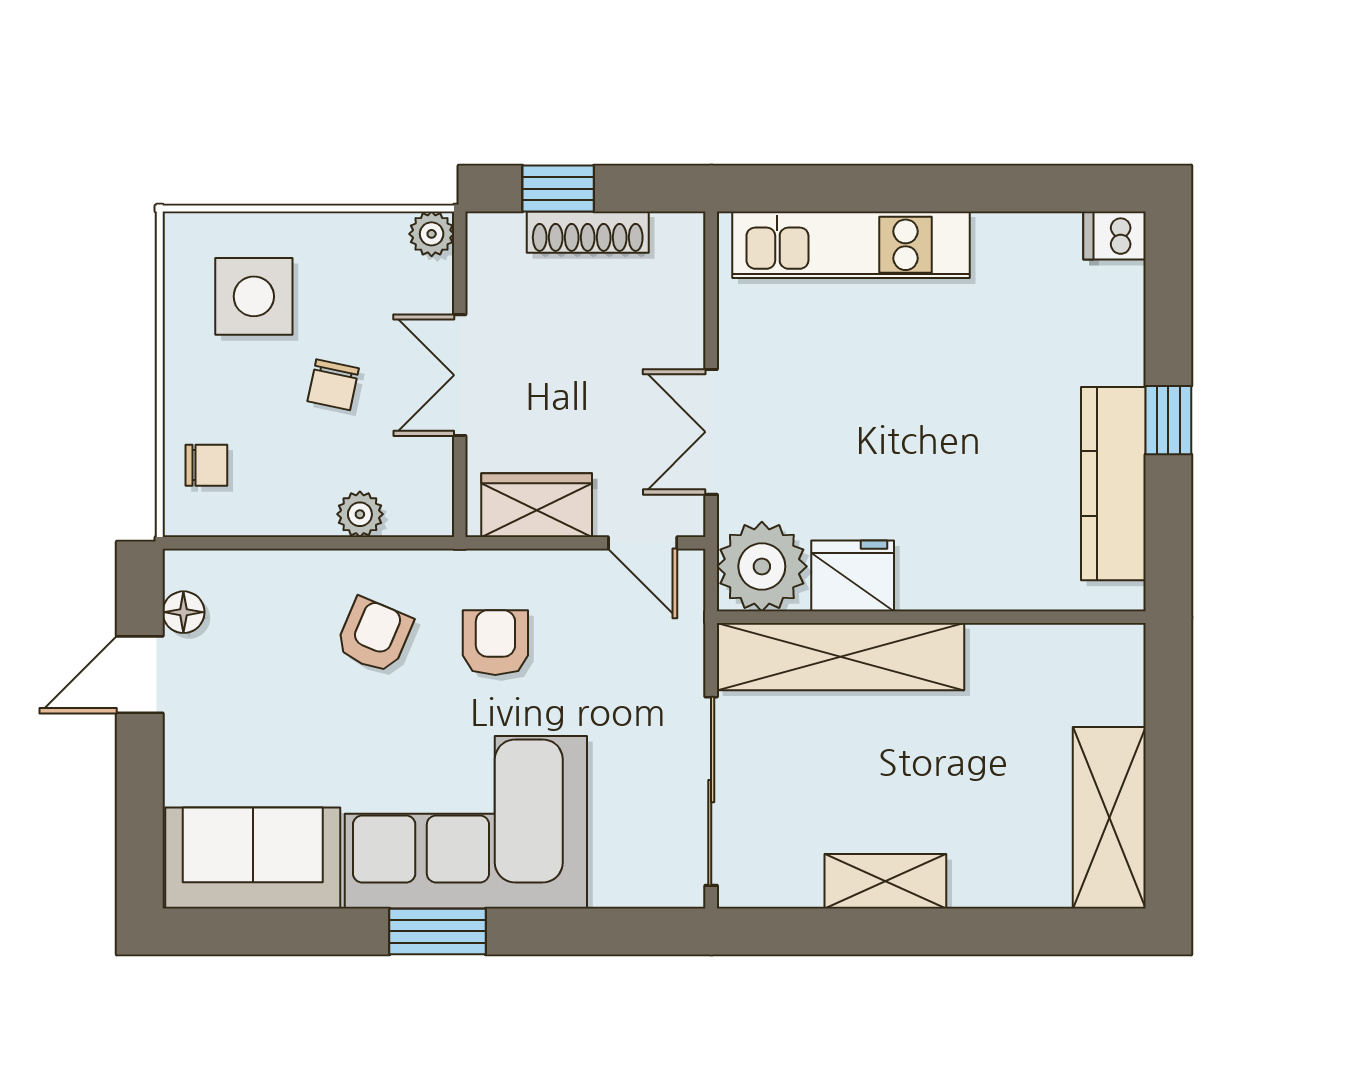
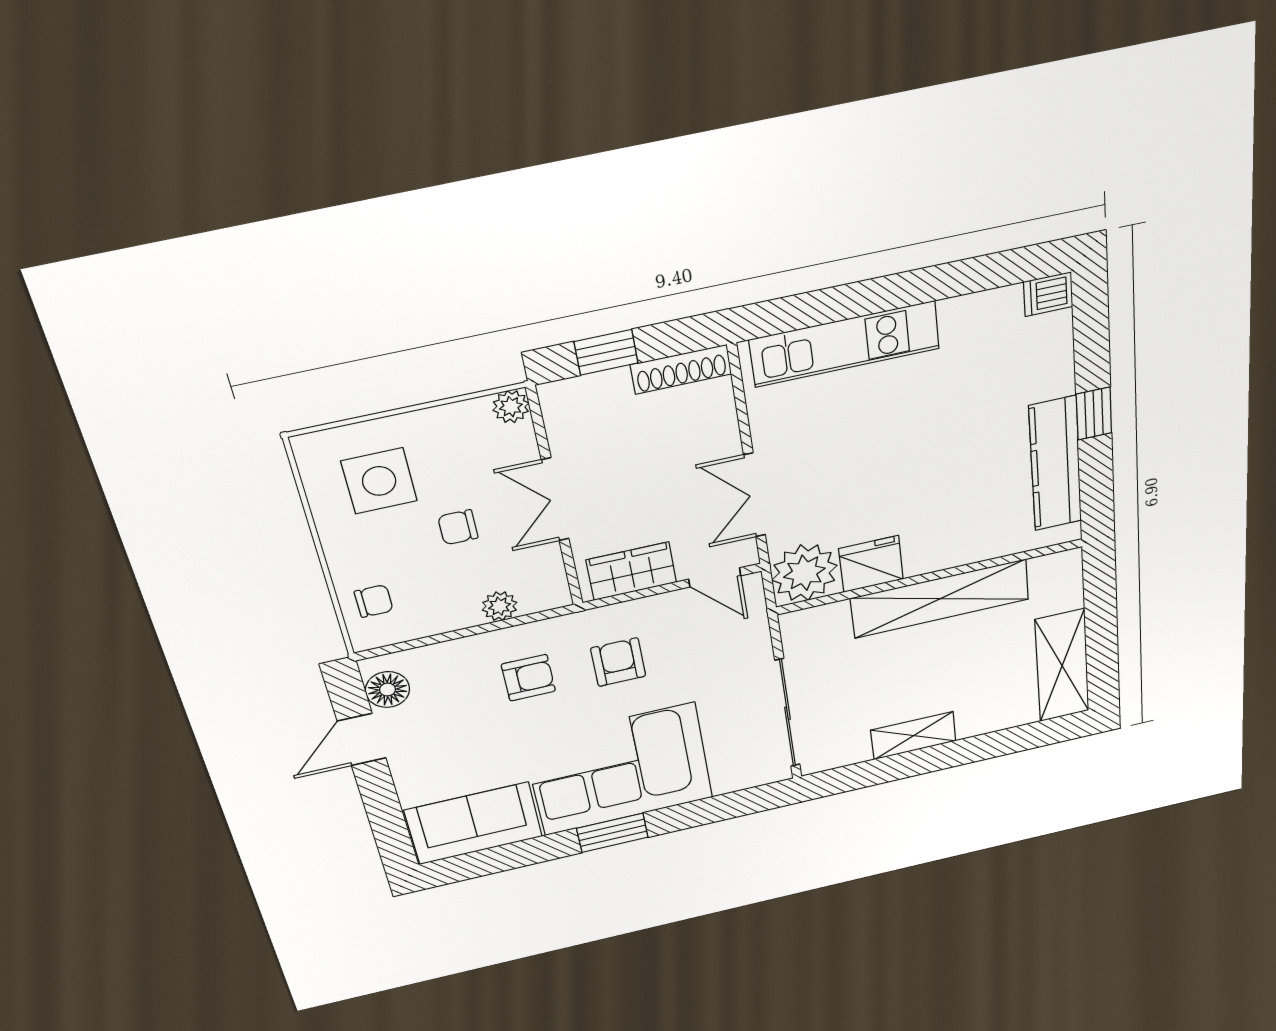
shoe rack: (588, 232) -> (681, 369), moved
chair: (333, 385) -> (458, 527), turned 78
floor lamp: (183, 612) -> (387, 690), width x1.37, depth x1.37
armchair: (374, 635) -> (528, 678), turned 67
shelving: (840, 657) -> (940, 599), moved

